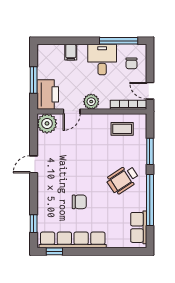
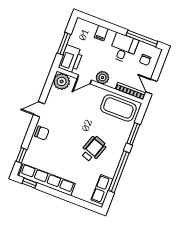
coffee table: (122, 129) -> (118, 108), width x1.86, depth x1.72
wheelchair: (123, 179) -> (93, 149), moved, turned 142
chair: (79, 202) -> (42, 133), moved

